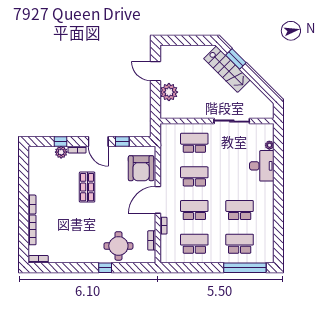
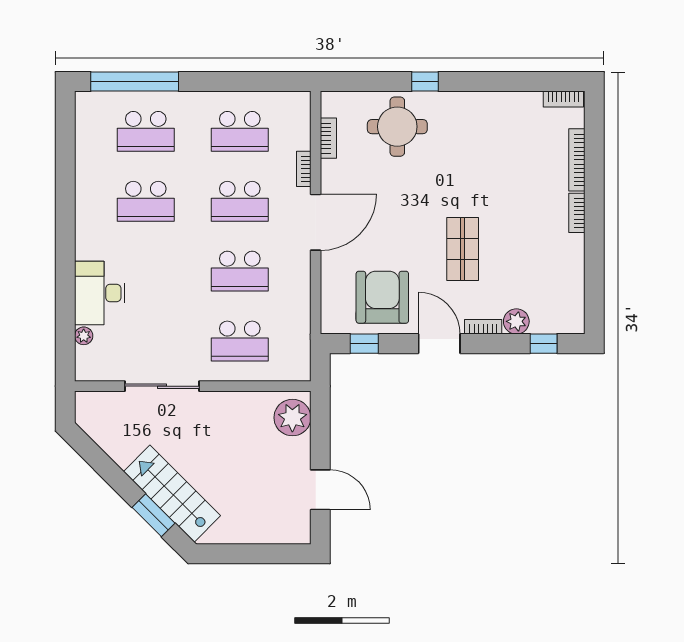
plant: (169, 92) -> (292, 418), moved
window: (61, 141) -> (544, 344), moved
window: (122, 141) -> (364, 344), moved
armchair: (141, 168) -> (382, 297), moved

